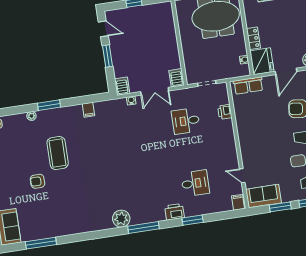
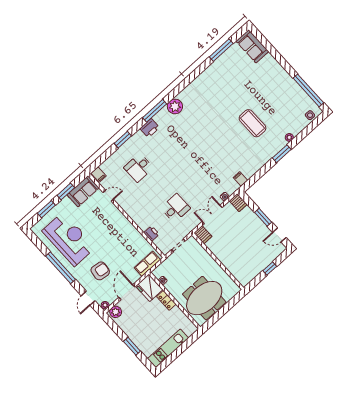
filing cabinet: (88, 110) -> (240, 179), moved
armchair: (37, 181) -> (253, 93), removed
printer: (174, 212) -> (150, 128), moved

